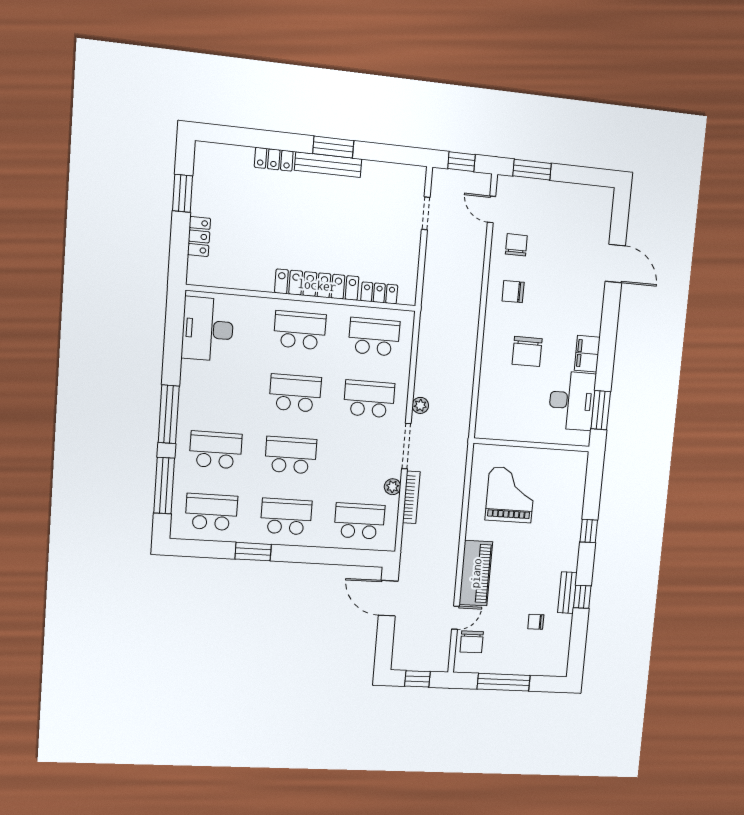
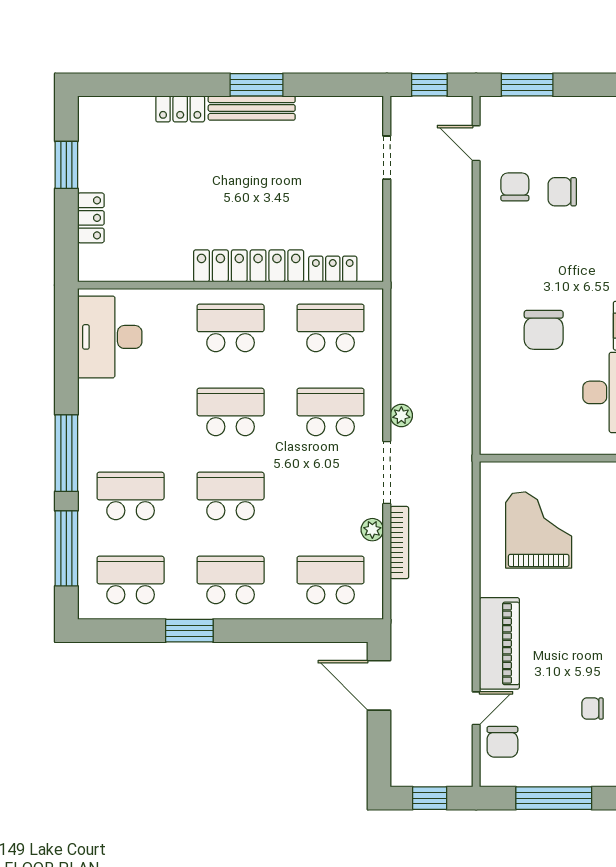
chair: (513, 292) -> (562, 192), moved

